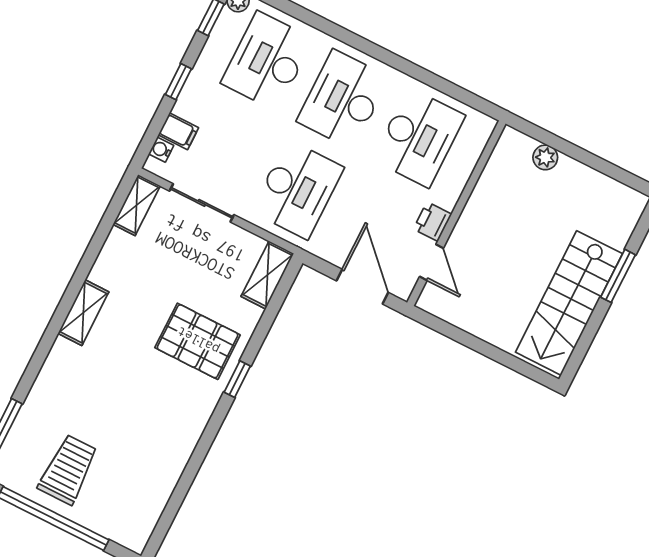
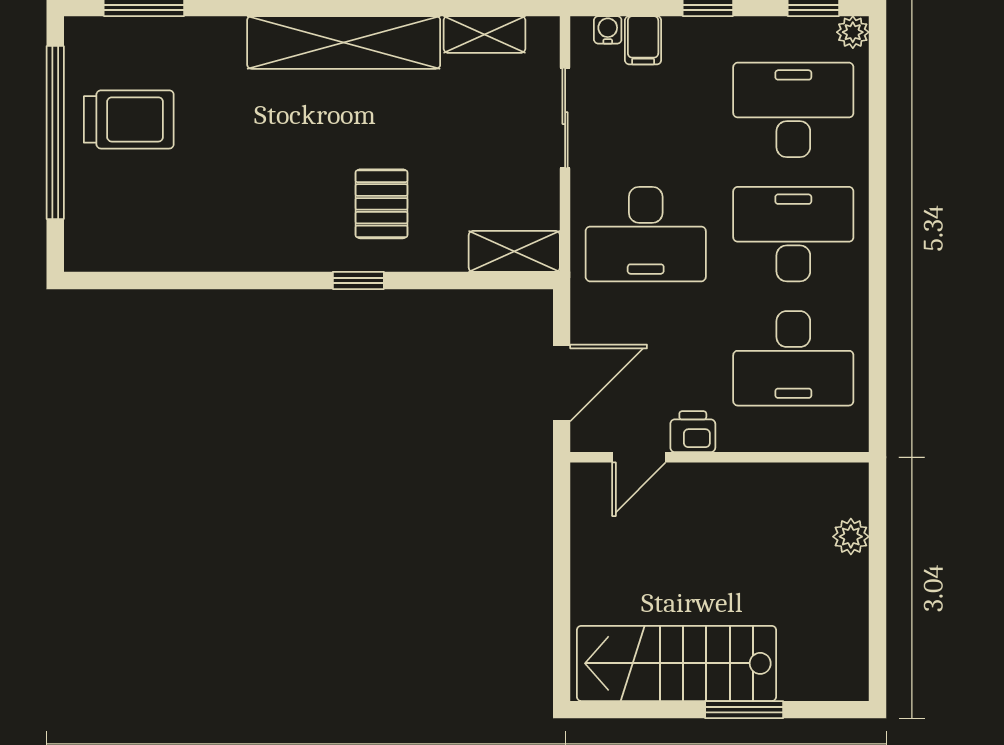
shelving: (137, 205) -> (485, 34), moved
shelving: (83, 313) -> (344, 42), width x2.20, depth x1.33
pallet: (198, 341) -> (382, 204), width x0.67, depth x0.71

